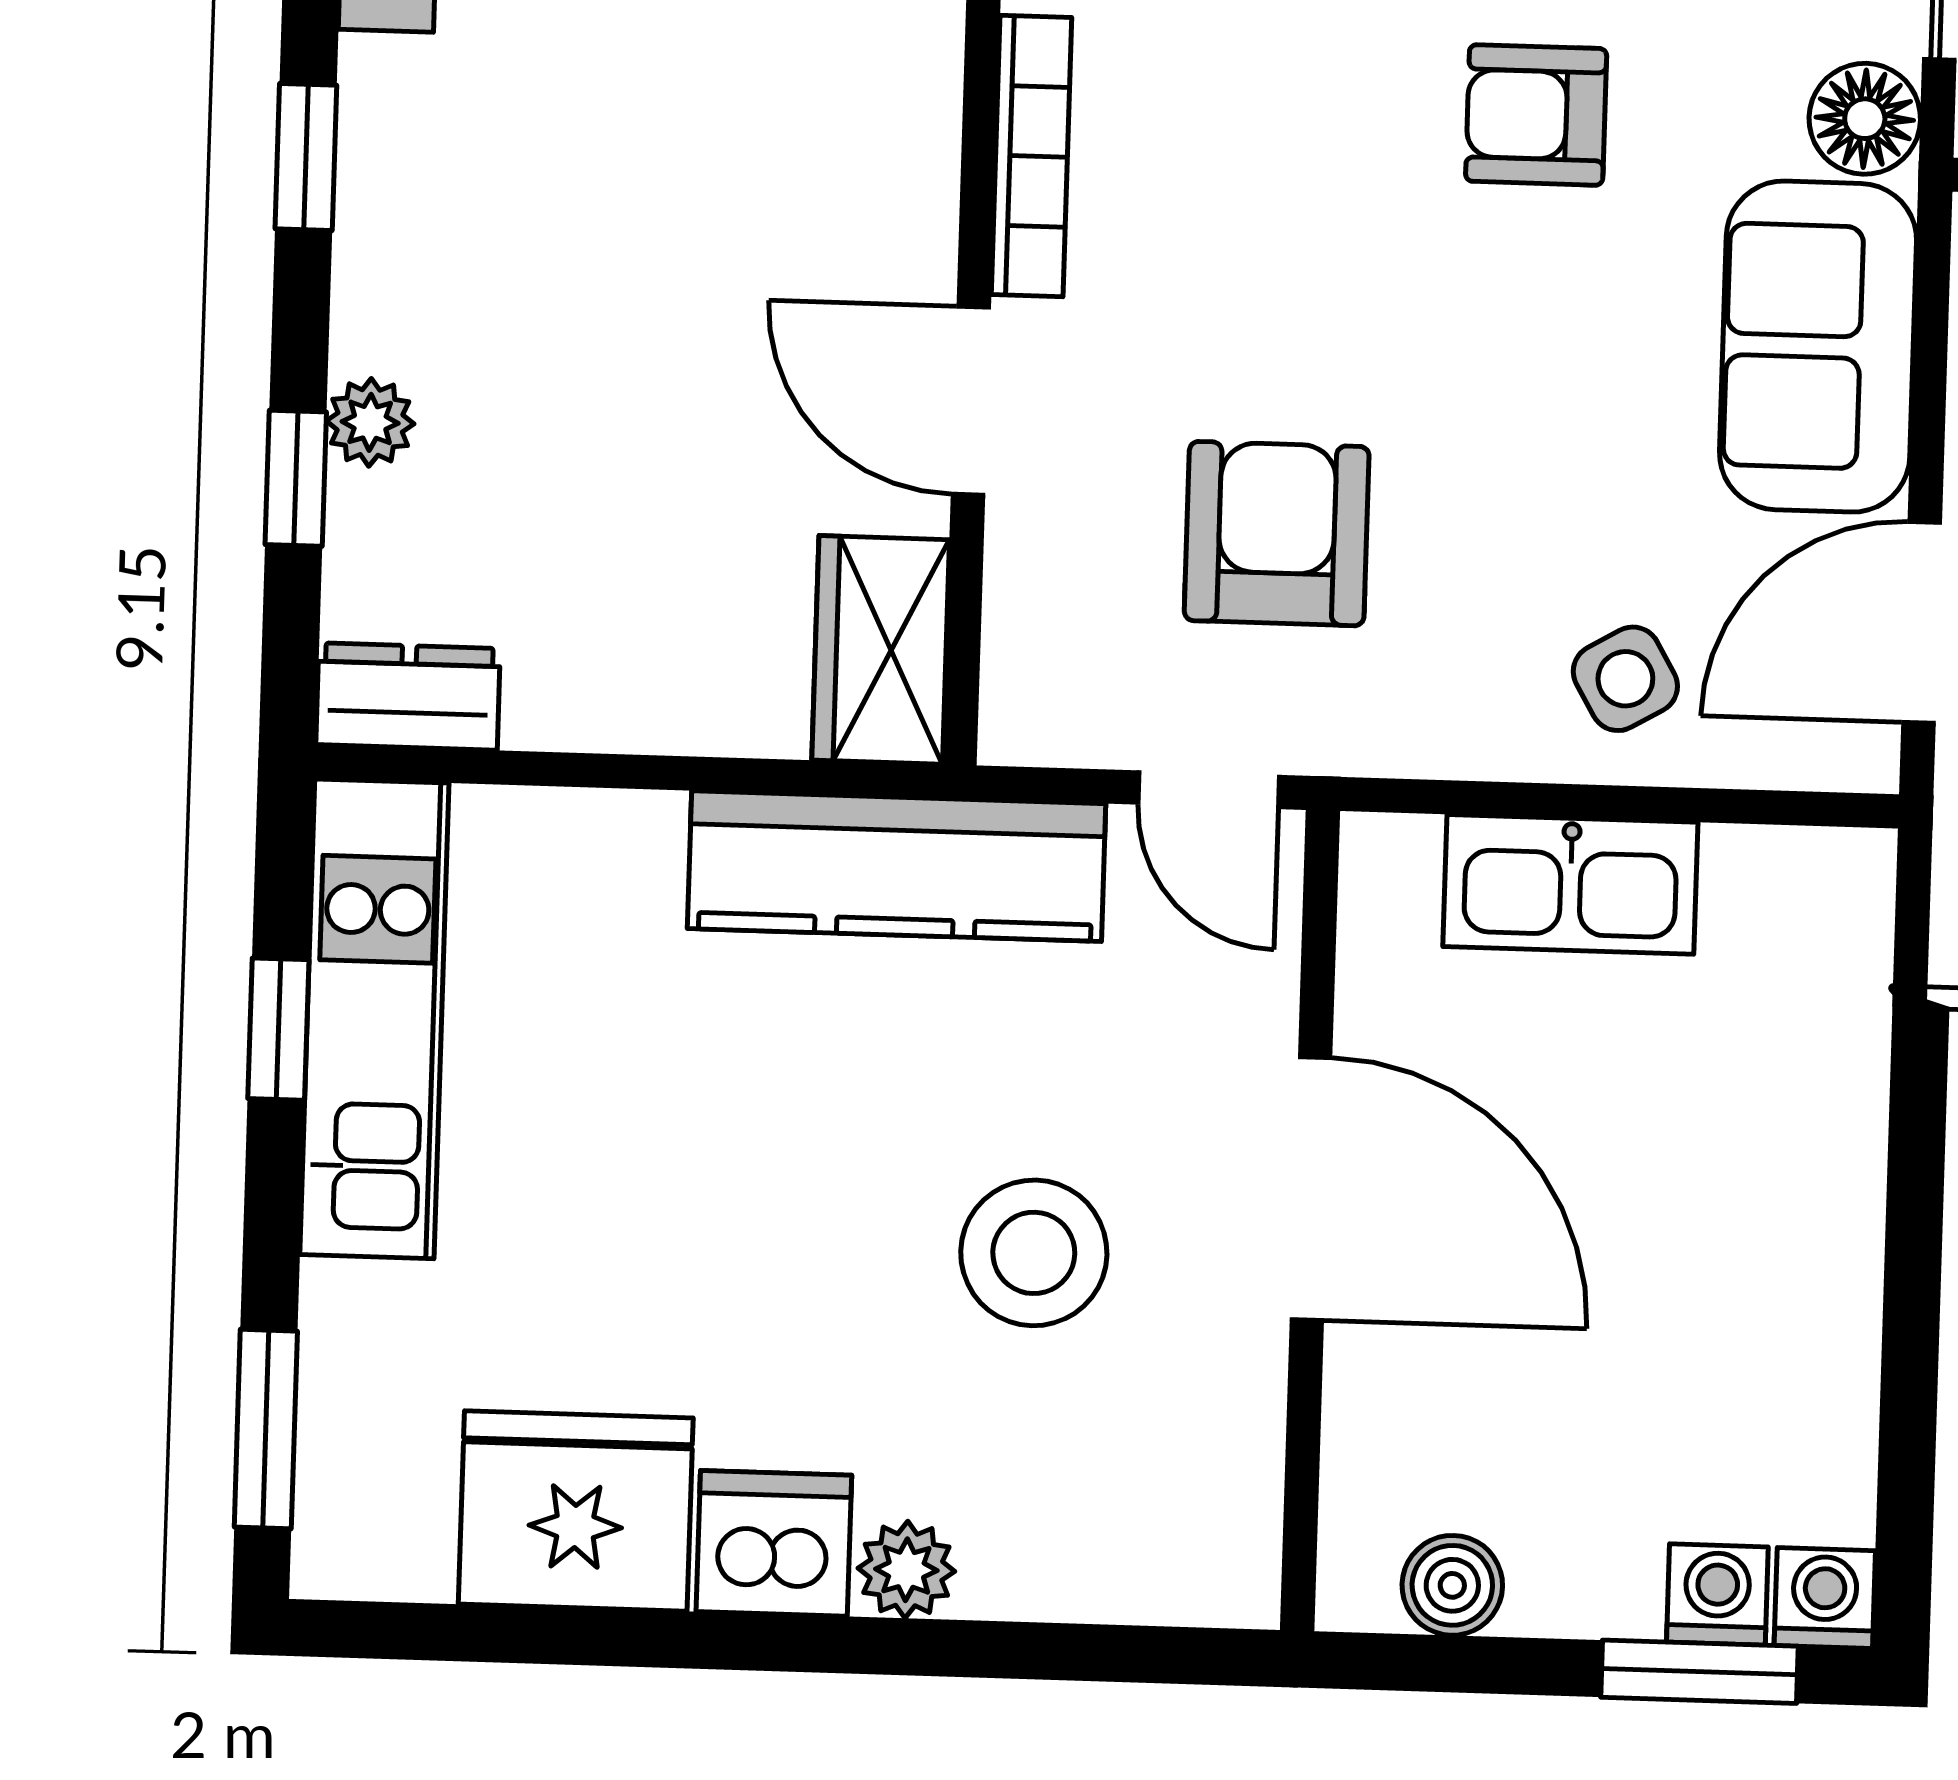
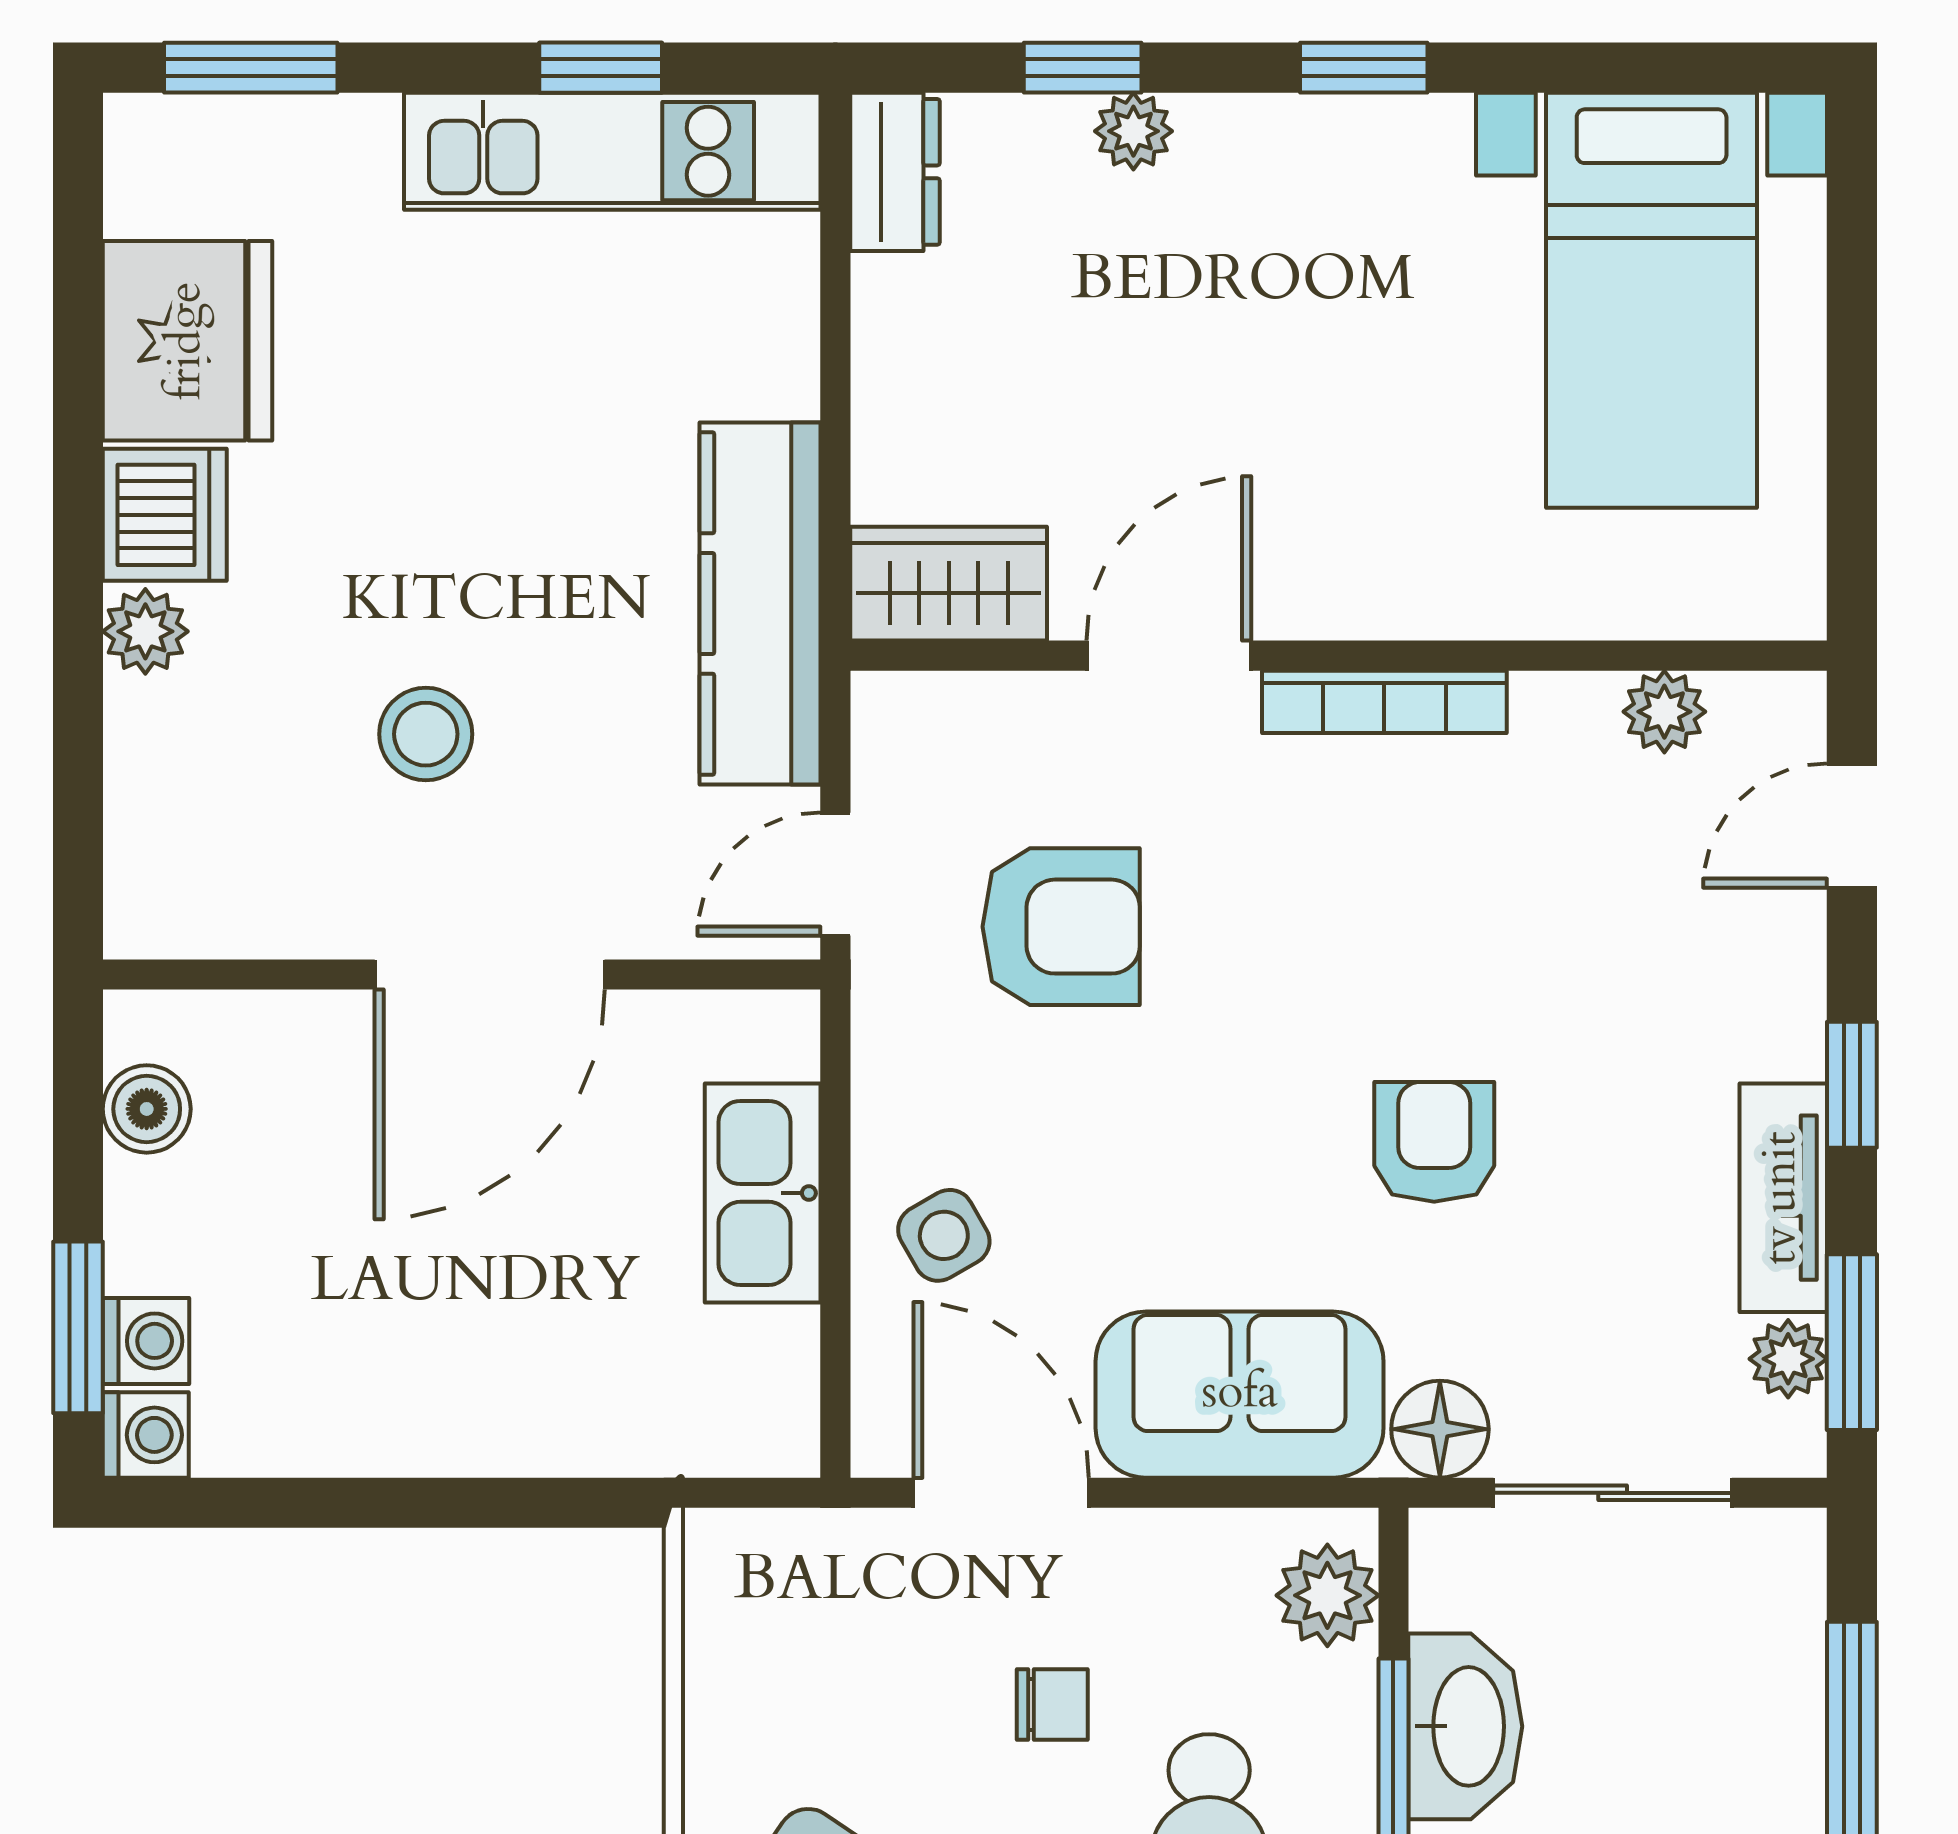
stool: (1034, 1253) -> (426, 734), width x0.73, depth x0.73

